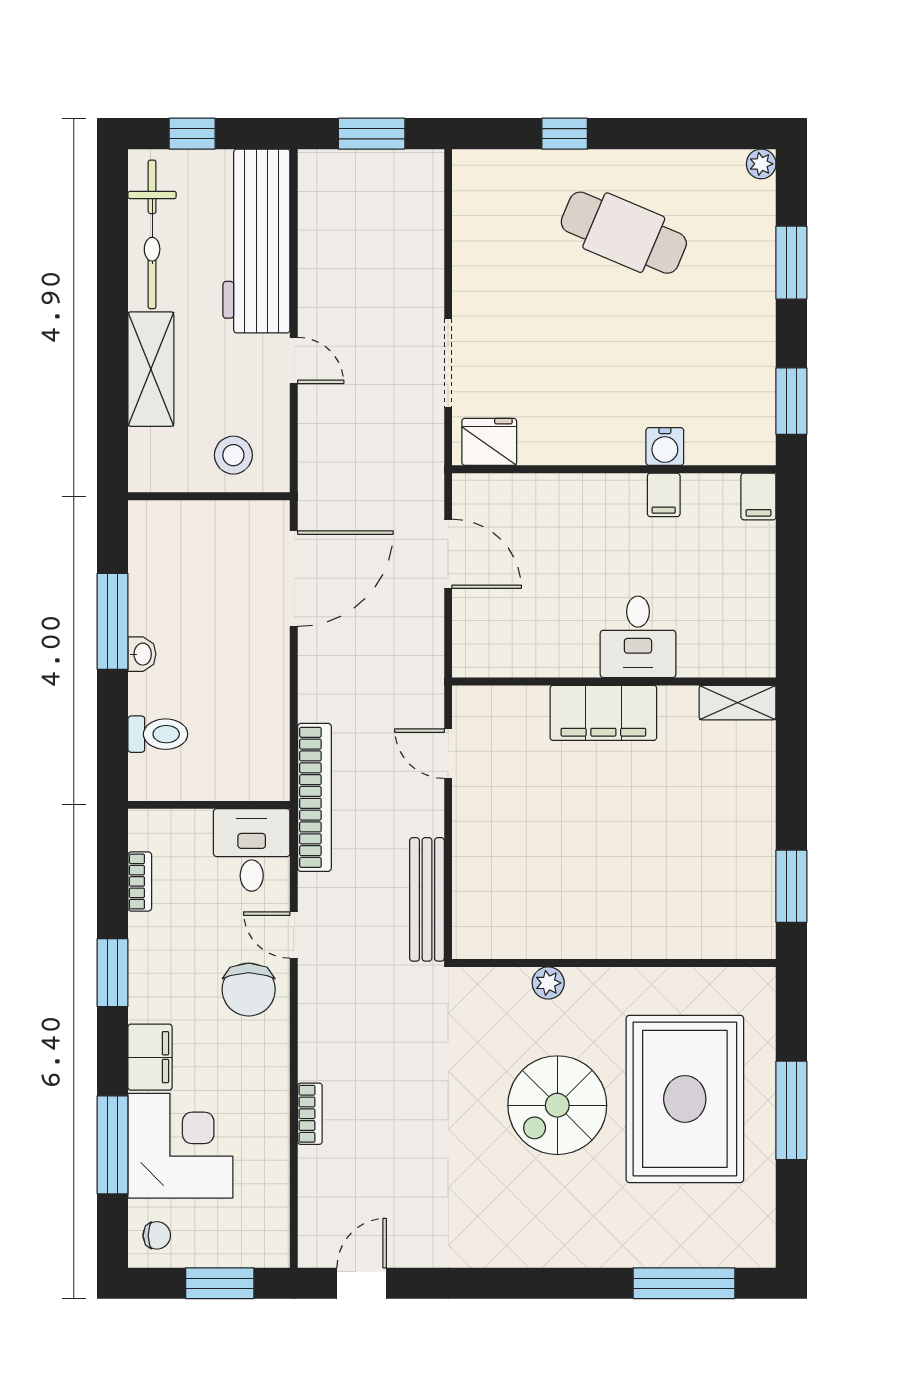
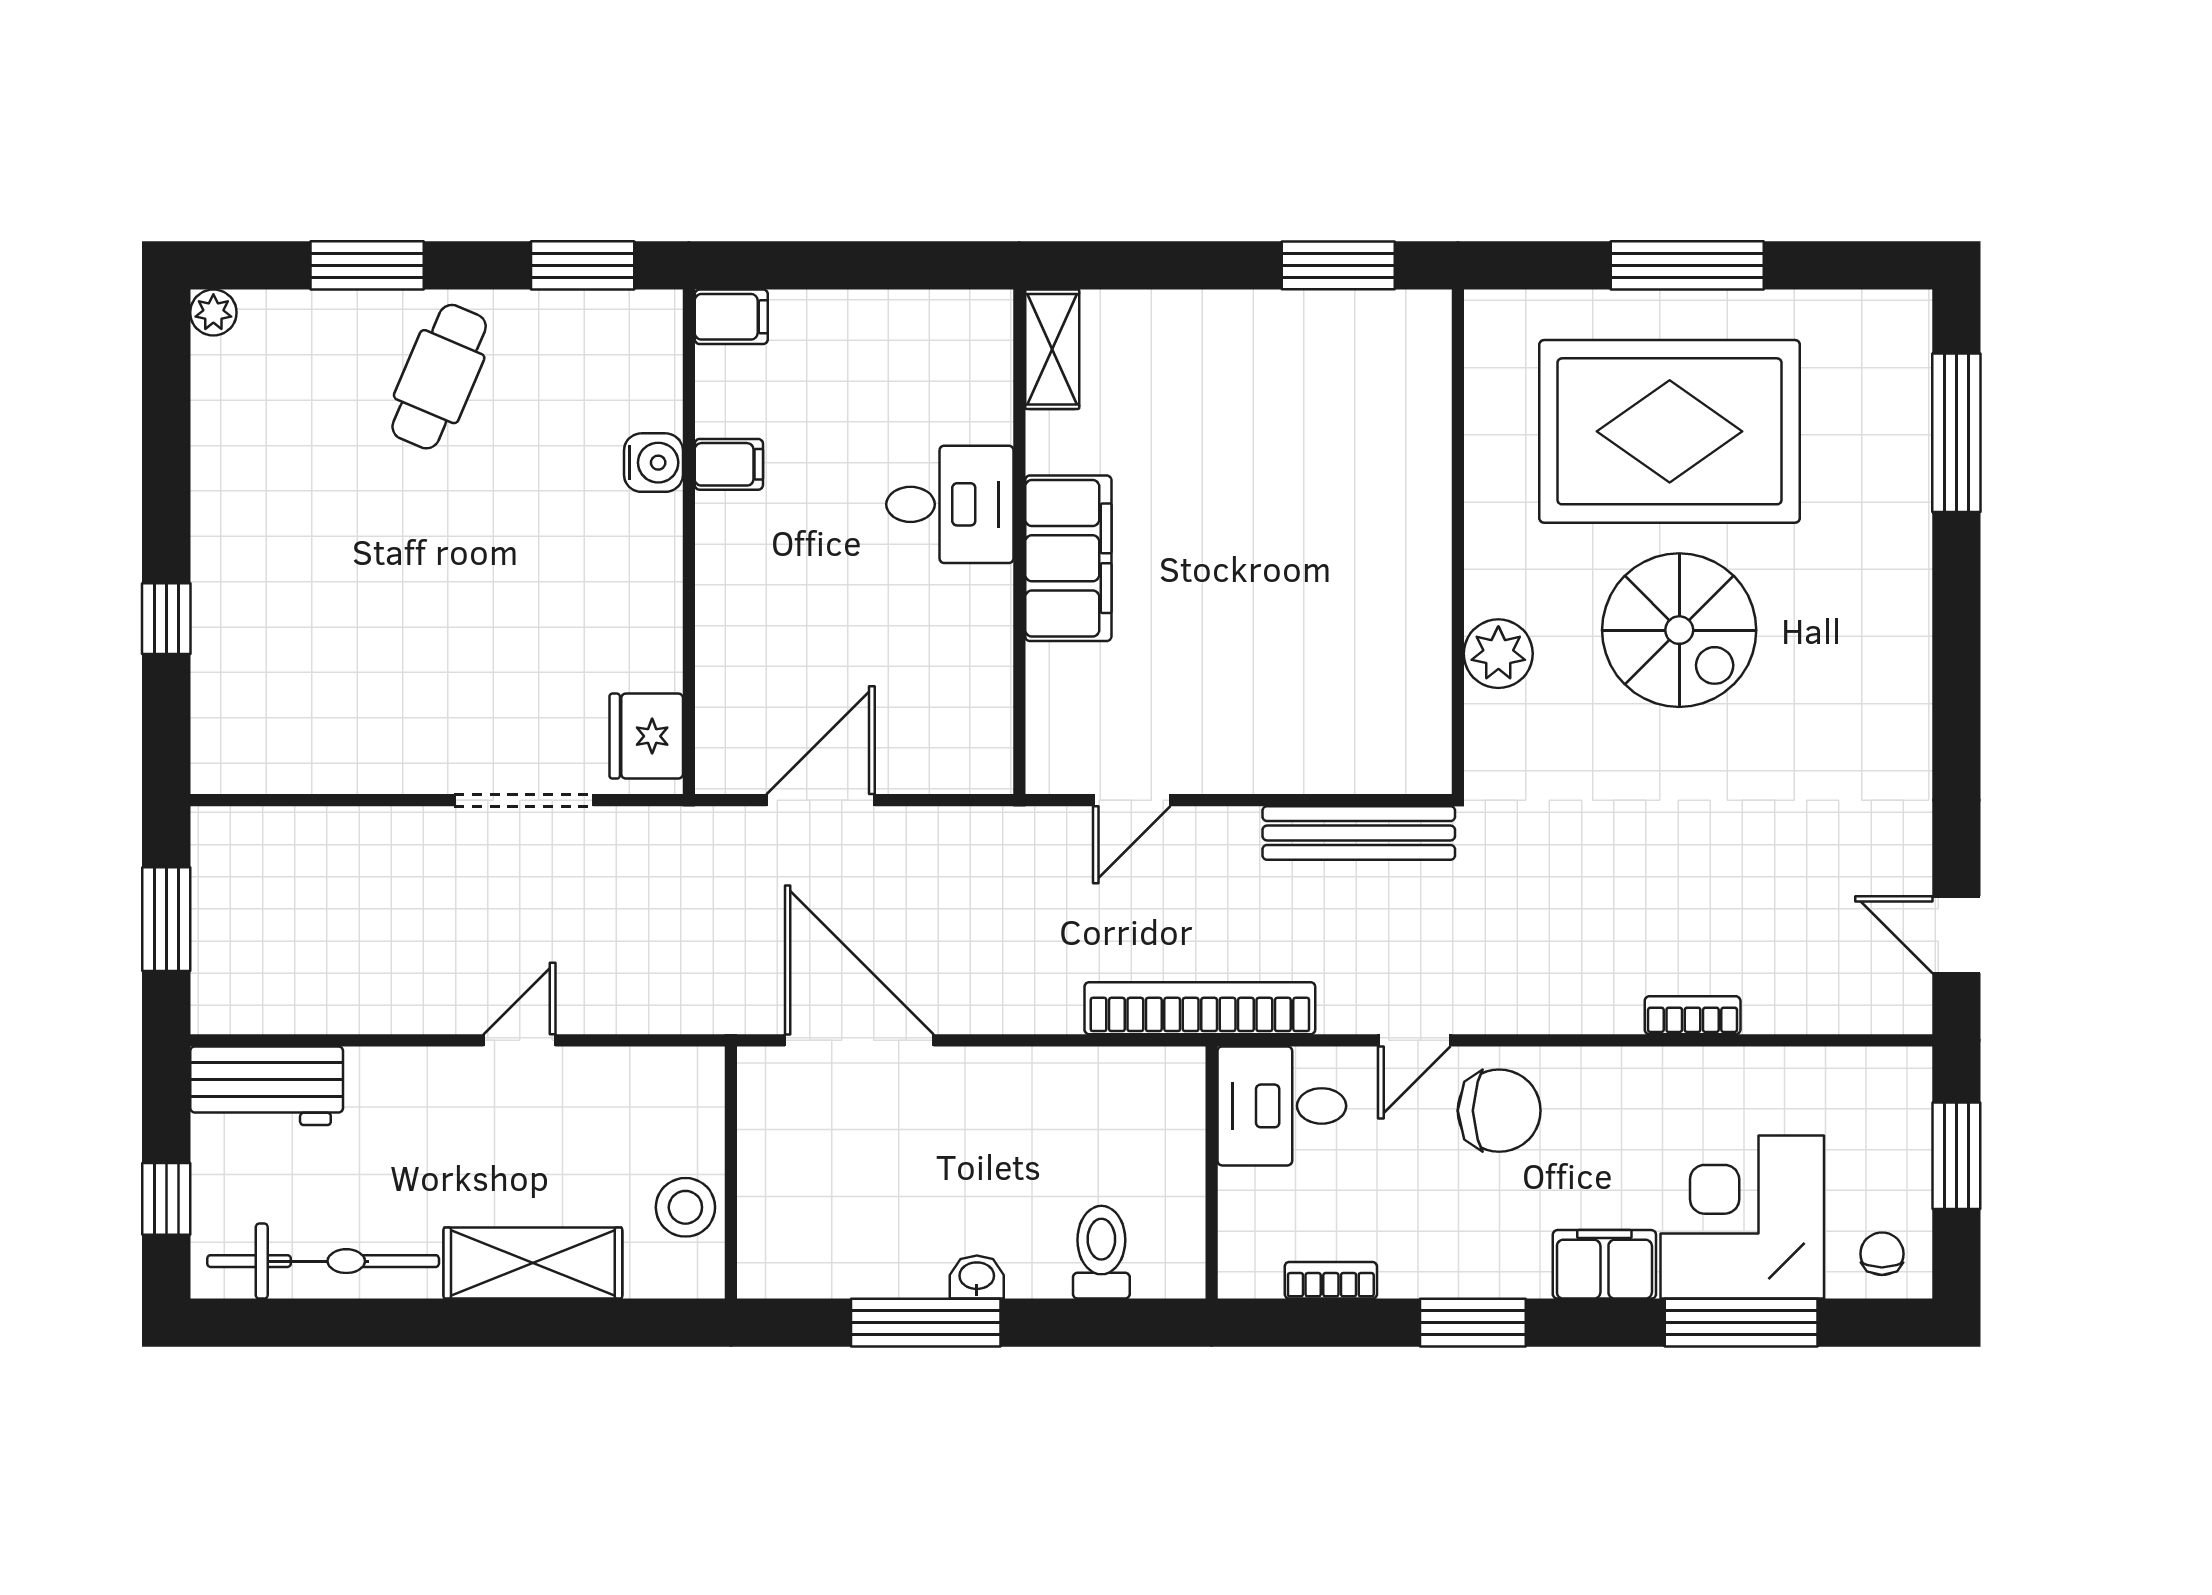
cafe table: (624, 233) -> (439, 377), moved, width x0.73, depth x0.74
workbench: (256, 241) -> (267, 1086), width x0.53, depth x0.76
stool: (233, 455) -> (685, 1207), moved
plant: (548, 983) -> (1498, 654), width x1.38, depth x1.38

